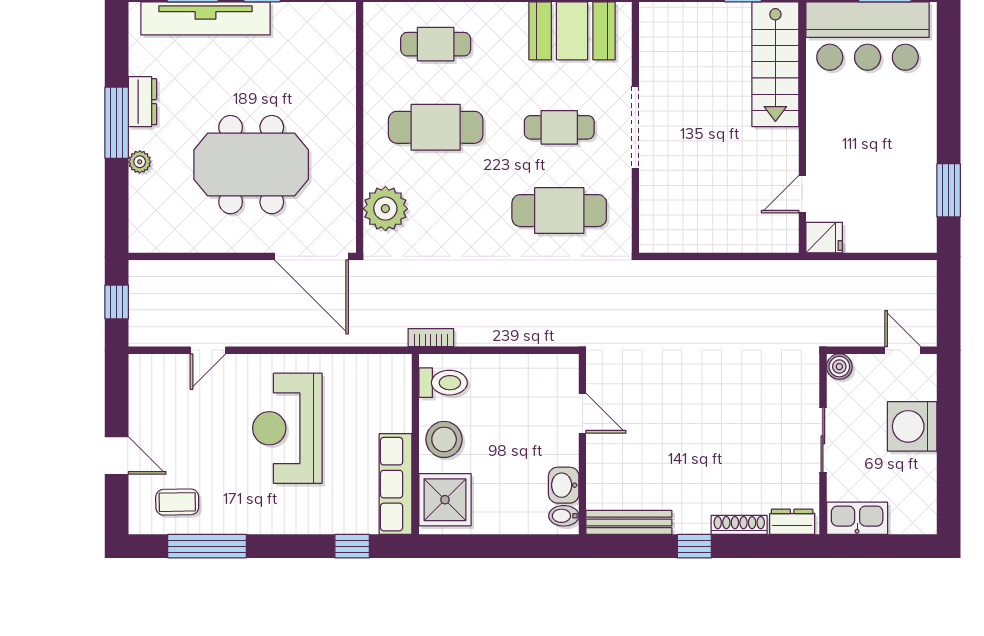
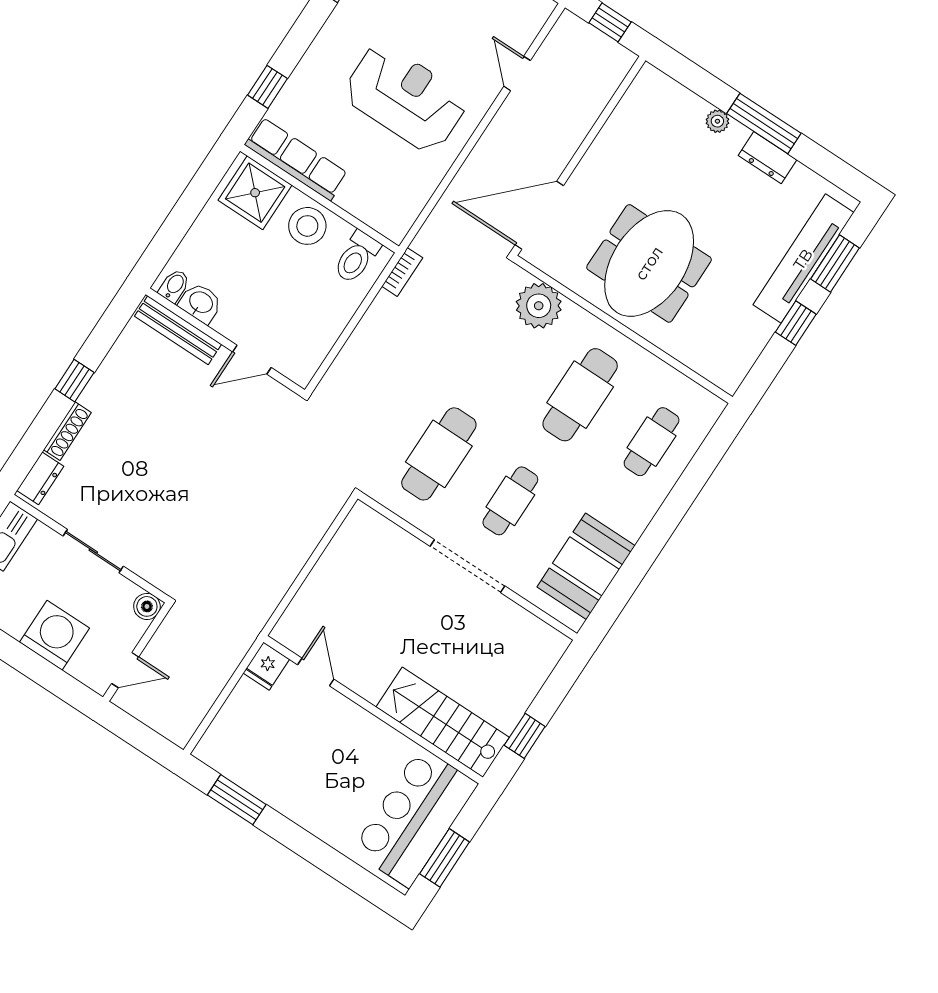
meeting table: (251, 165) -> (649, 263), moved
bench: (629, 522) -> (178, 330), moved, turned 90

